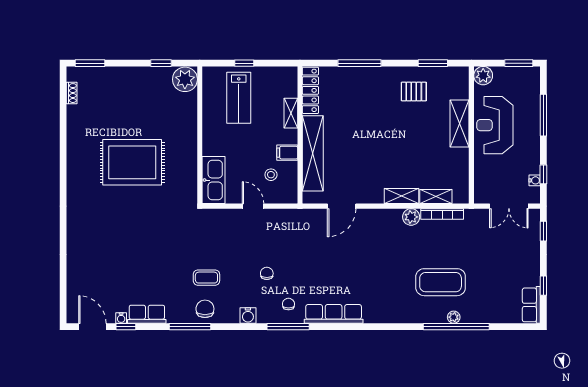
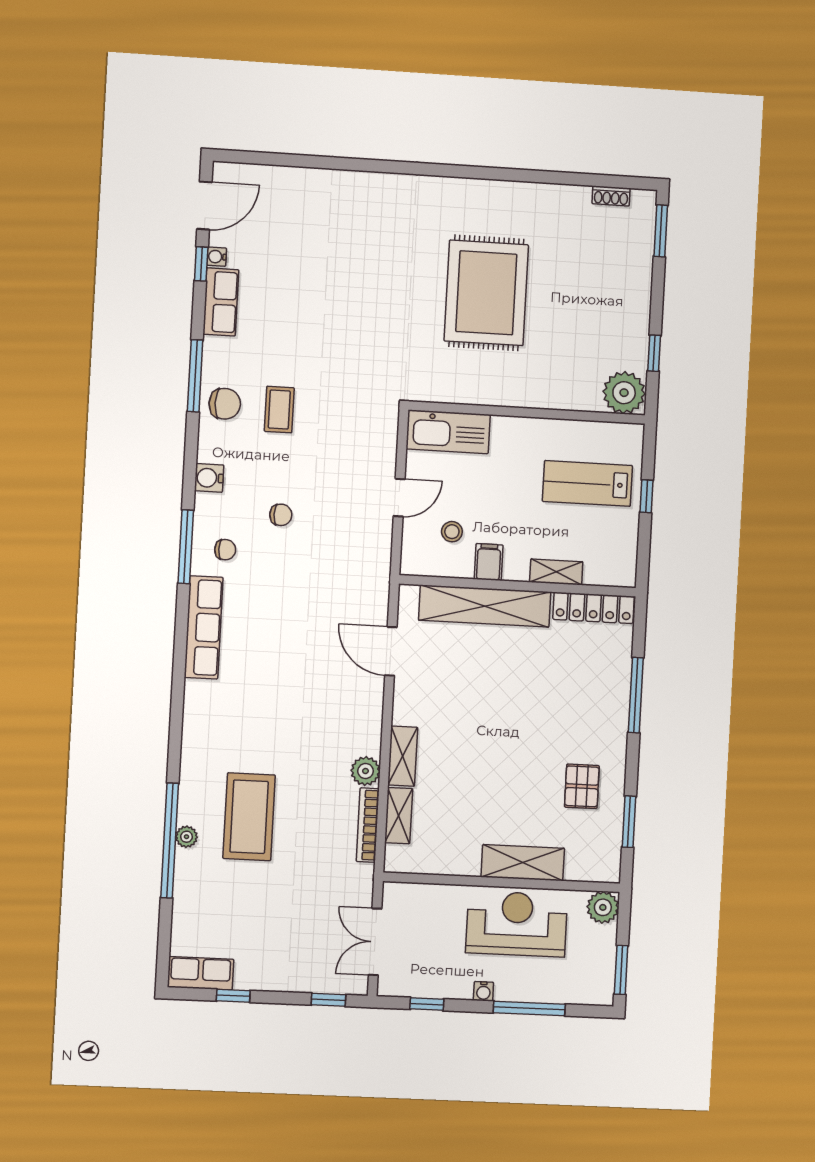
water cooler: (535, 180) -> (483, 991), moved

